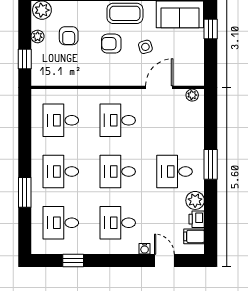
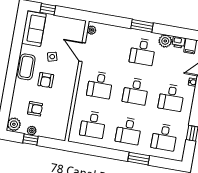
window: (25, 59) -> (31, 140), moved

